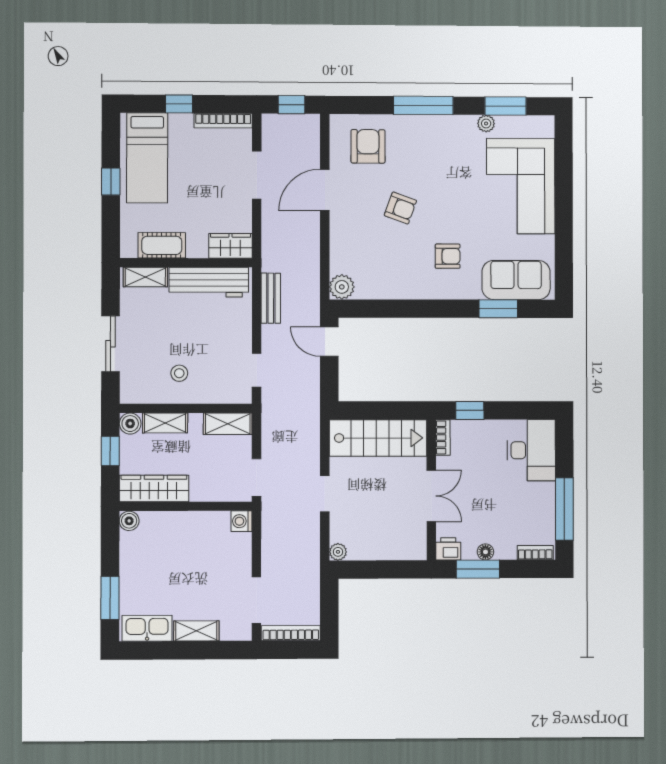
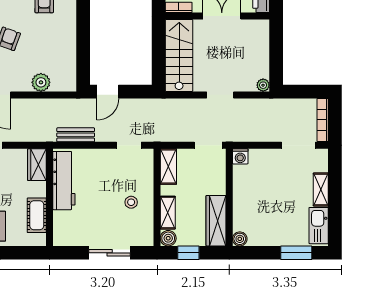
shelving: (145, 277) -> (60, 227), removed
plant: (342, 287) -> (41, 82), moved

